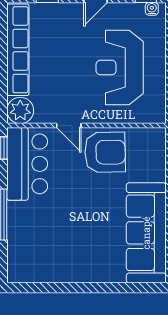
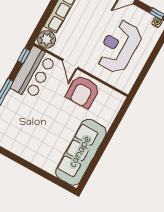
armchair: (105, 152) -> (83, 91), turned 91

